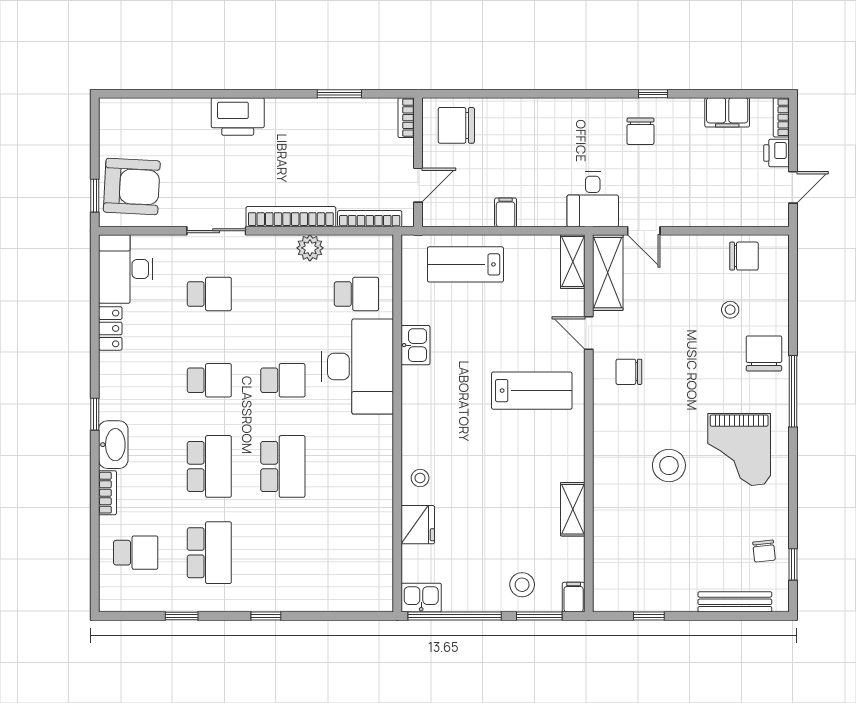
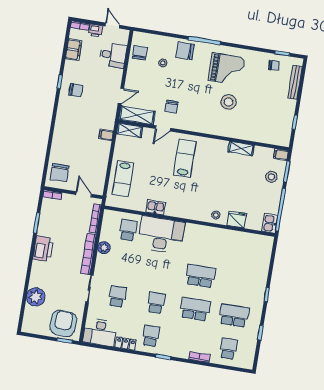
printer: (238, 116) -> (43, 249), moved
plant: (179, 118) -> (36, 297), added
desk: (593, 199) -> (113, 55), moved
filing cabinet: (506, 212) -> (106, 135), moved
chair: (629, 372) -> (172, 107), moved
school desk: (283, 380) -> (151, 336), moved
washbasin: (113, 445) -> (178, 351), removed

